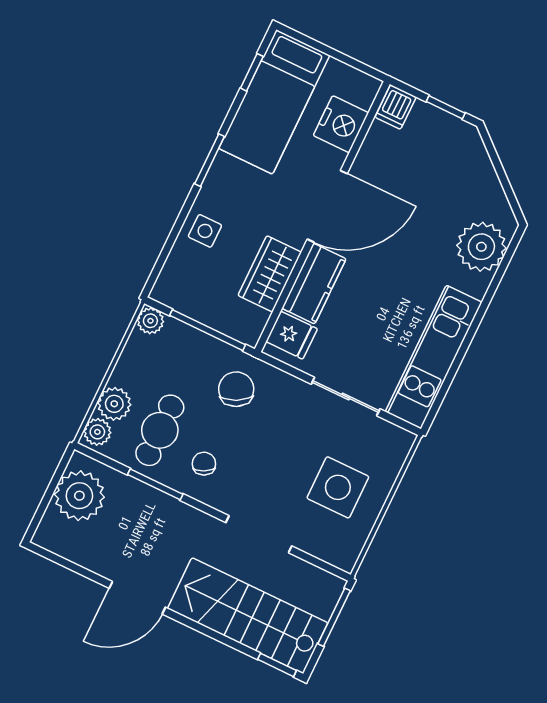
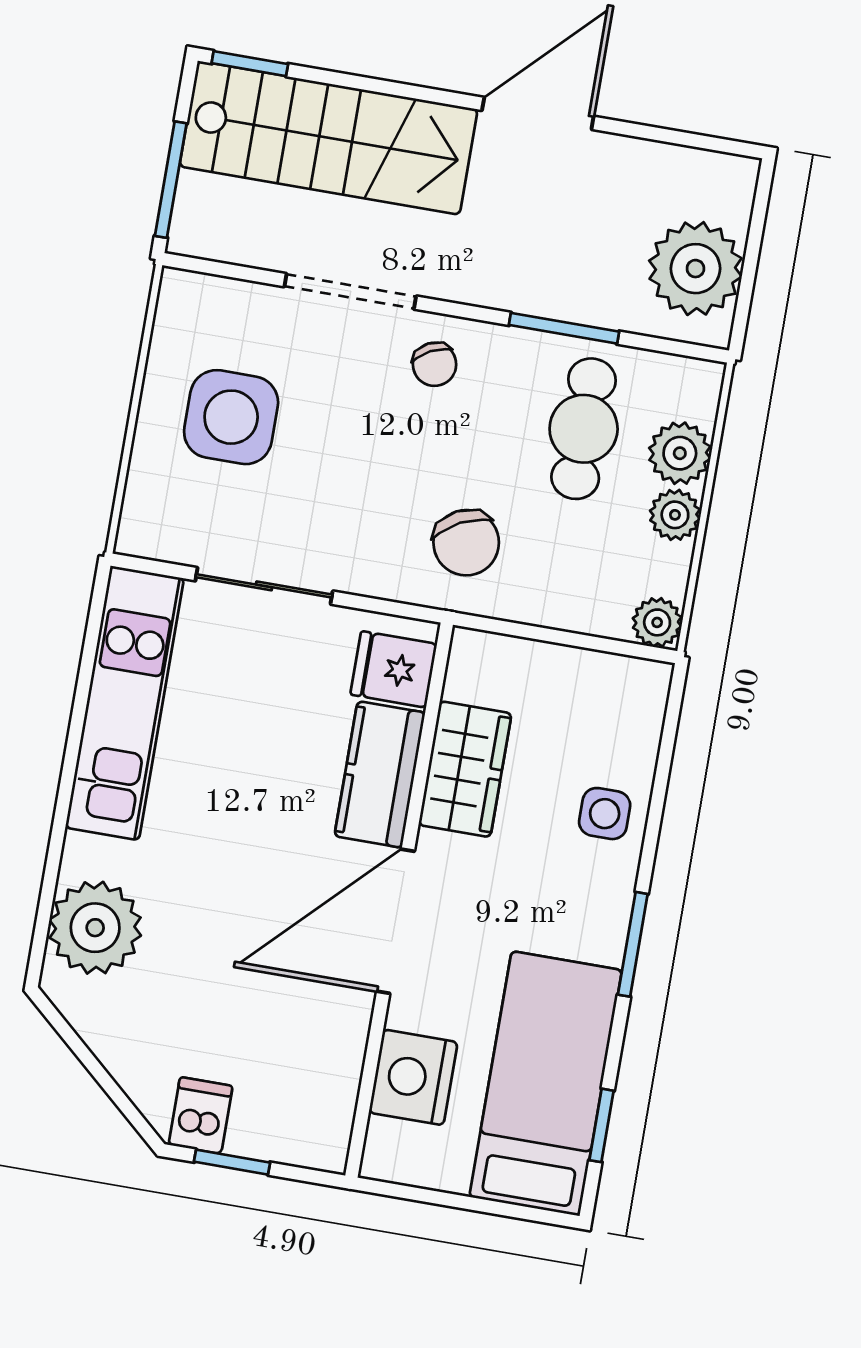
dishwasher: (396, 107) -> (201, 1115), moved
window: (208, 330) -> (549, 635), removed
plant: (97, 432) -> (675, 515), moved
chair: (204, 464) -> (435, 364), moved

